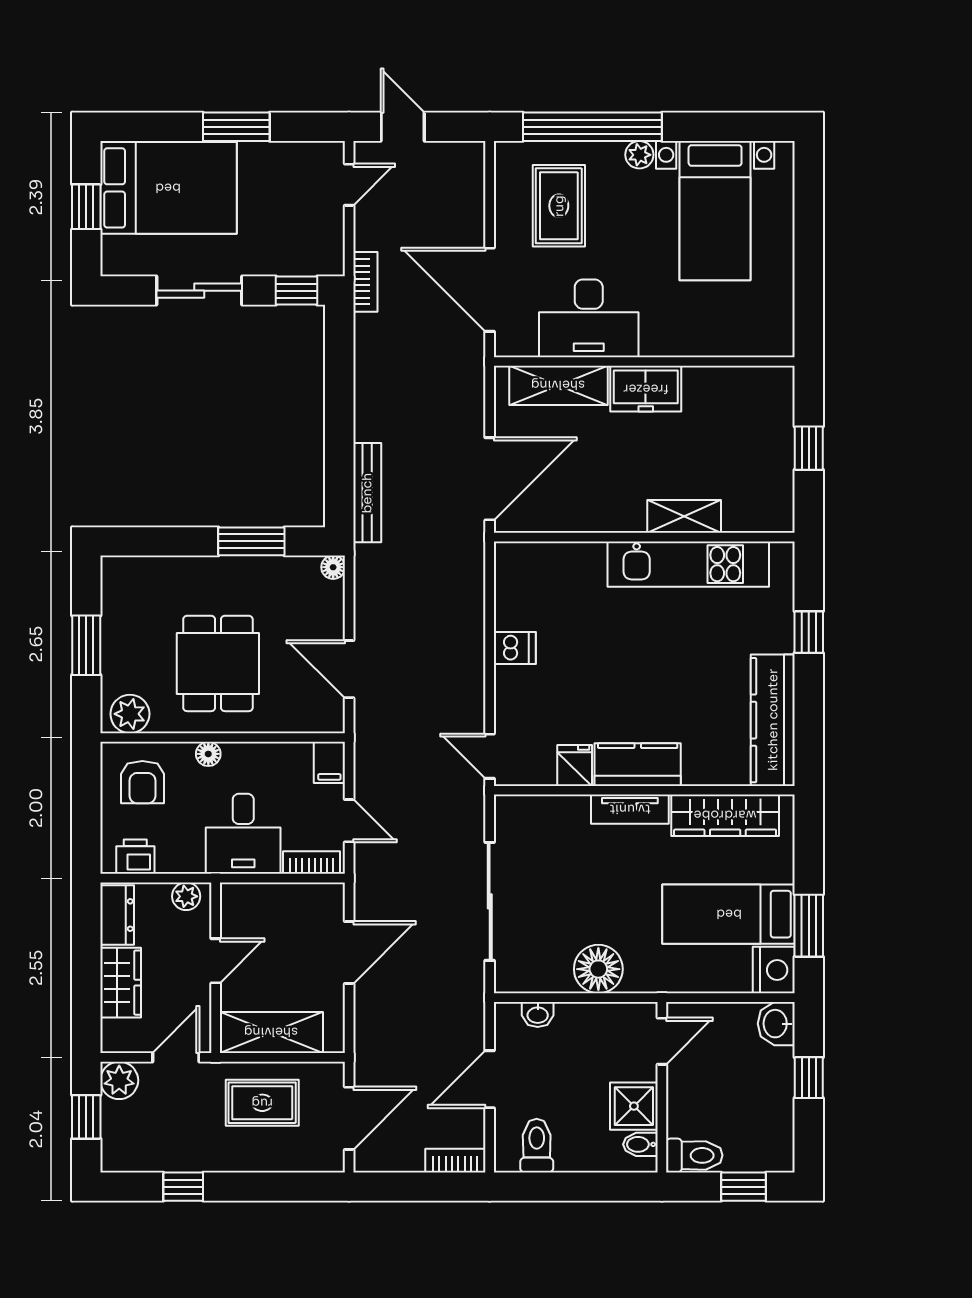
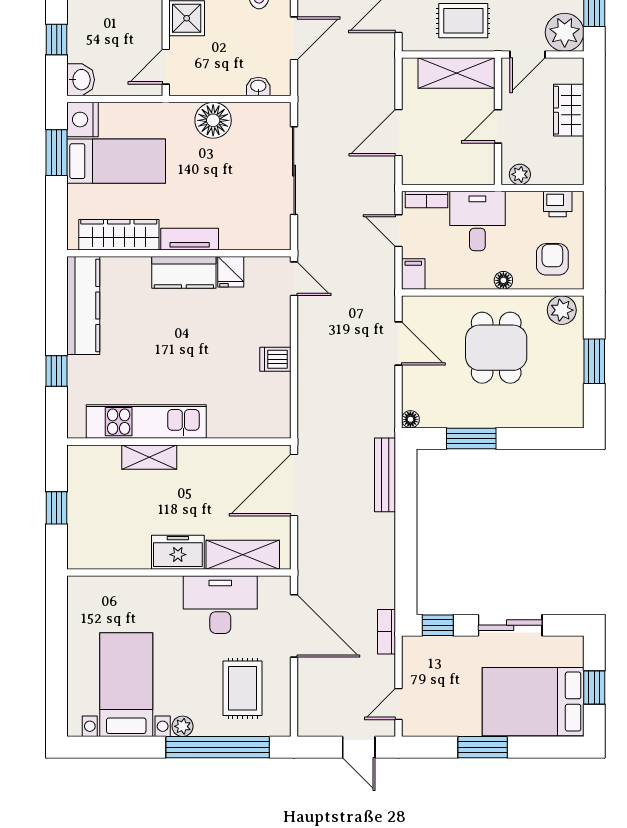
dresser: (117, 915) -> (571, 160), removed
plant: (119, 1080) -> (565, 32), width x1.36, depth x1.36

